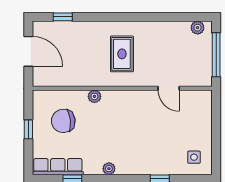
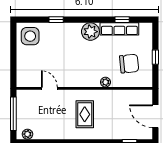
side table: (194, 157) -> (30, 36), width x1.87, depth x1.87
row of seats: (58, 167) -> (119, 29), moved
plant: (109, 169) -> (90, 32), width x1.88, depth x1.88

